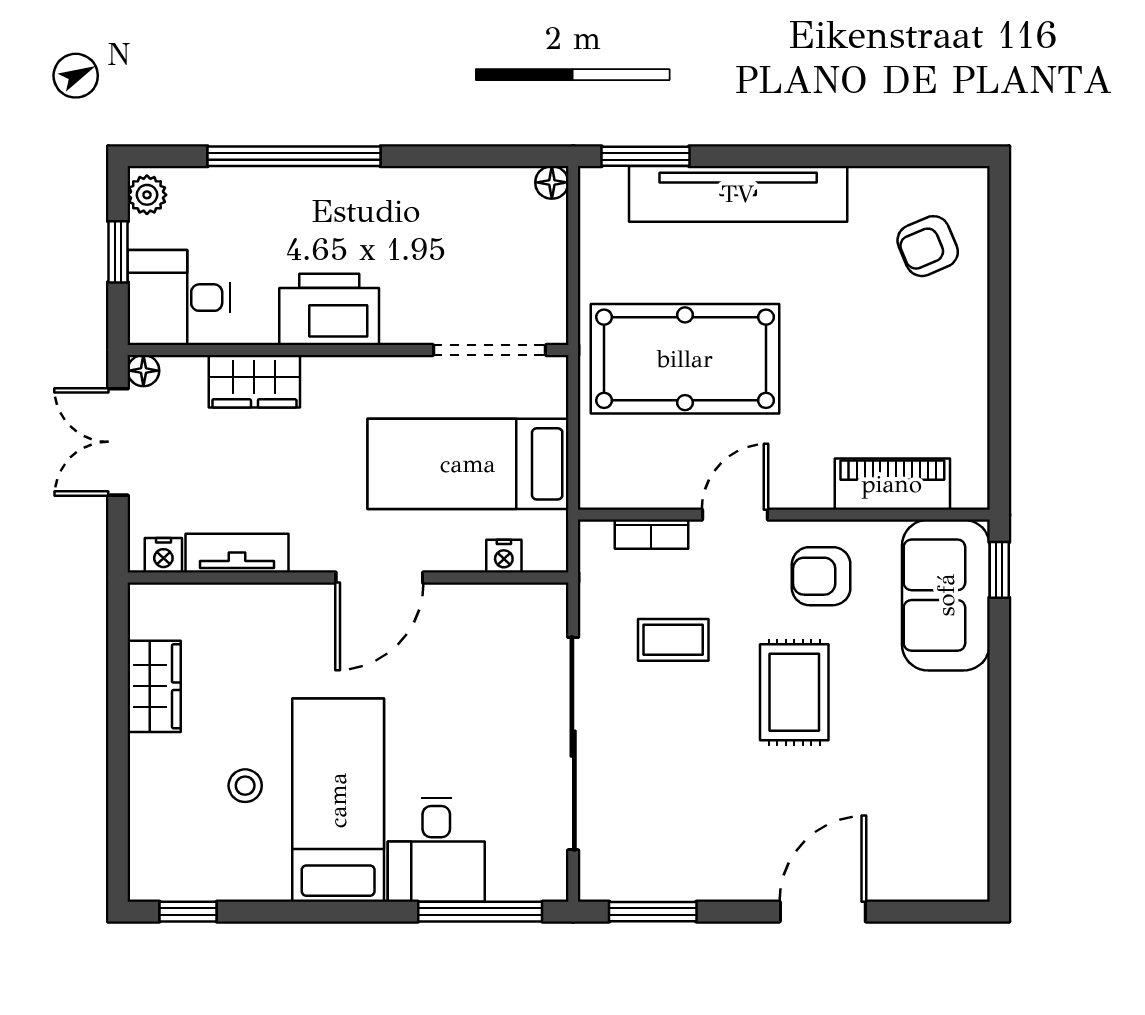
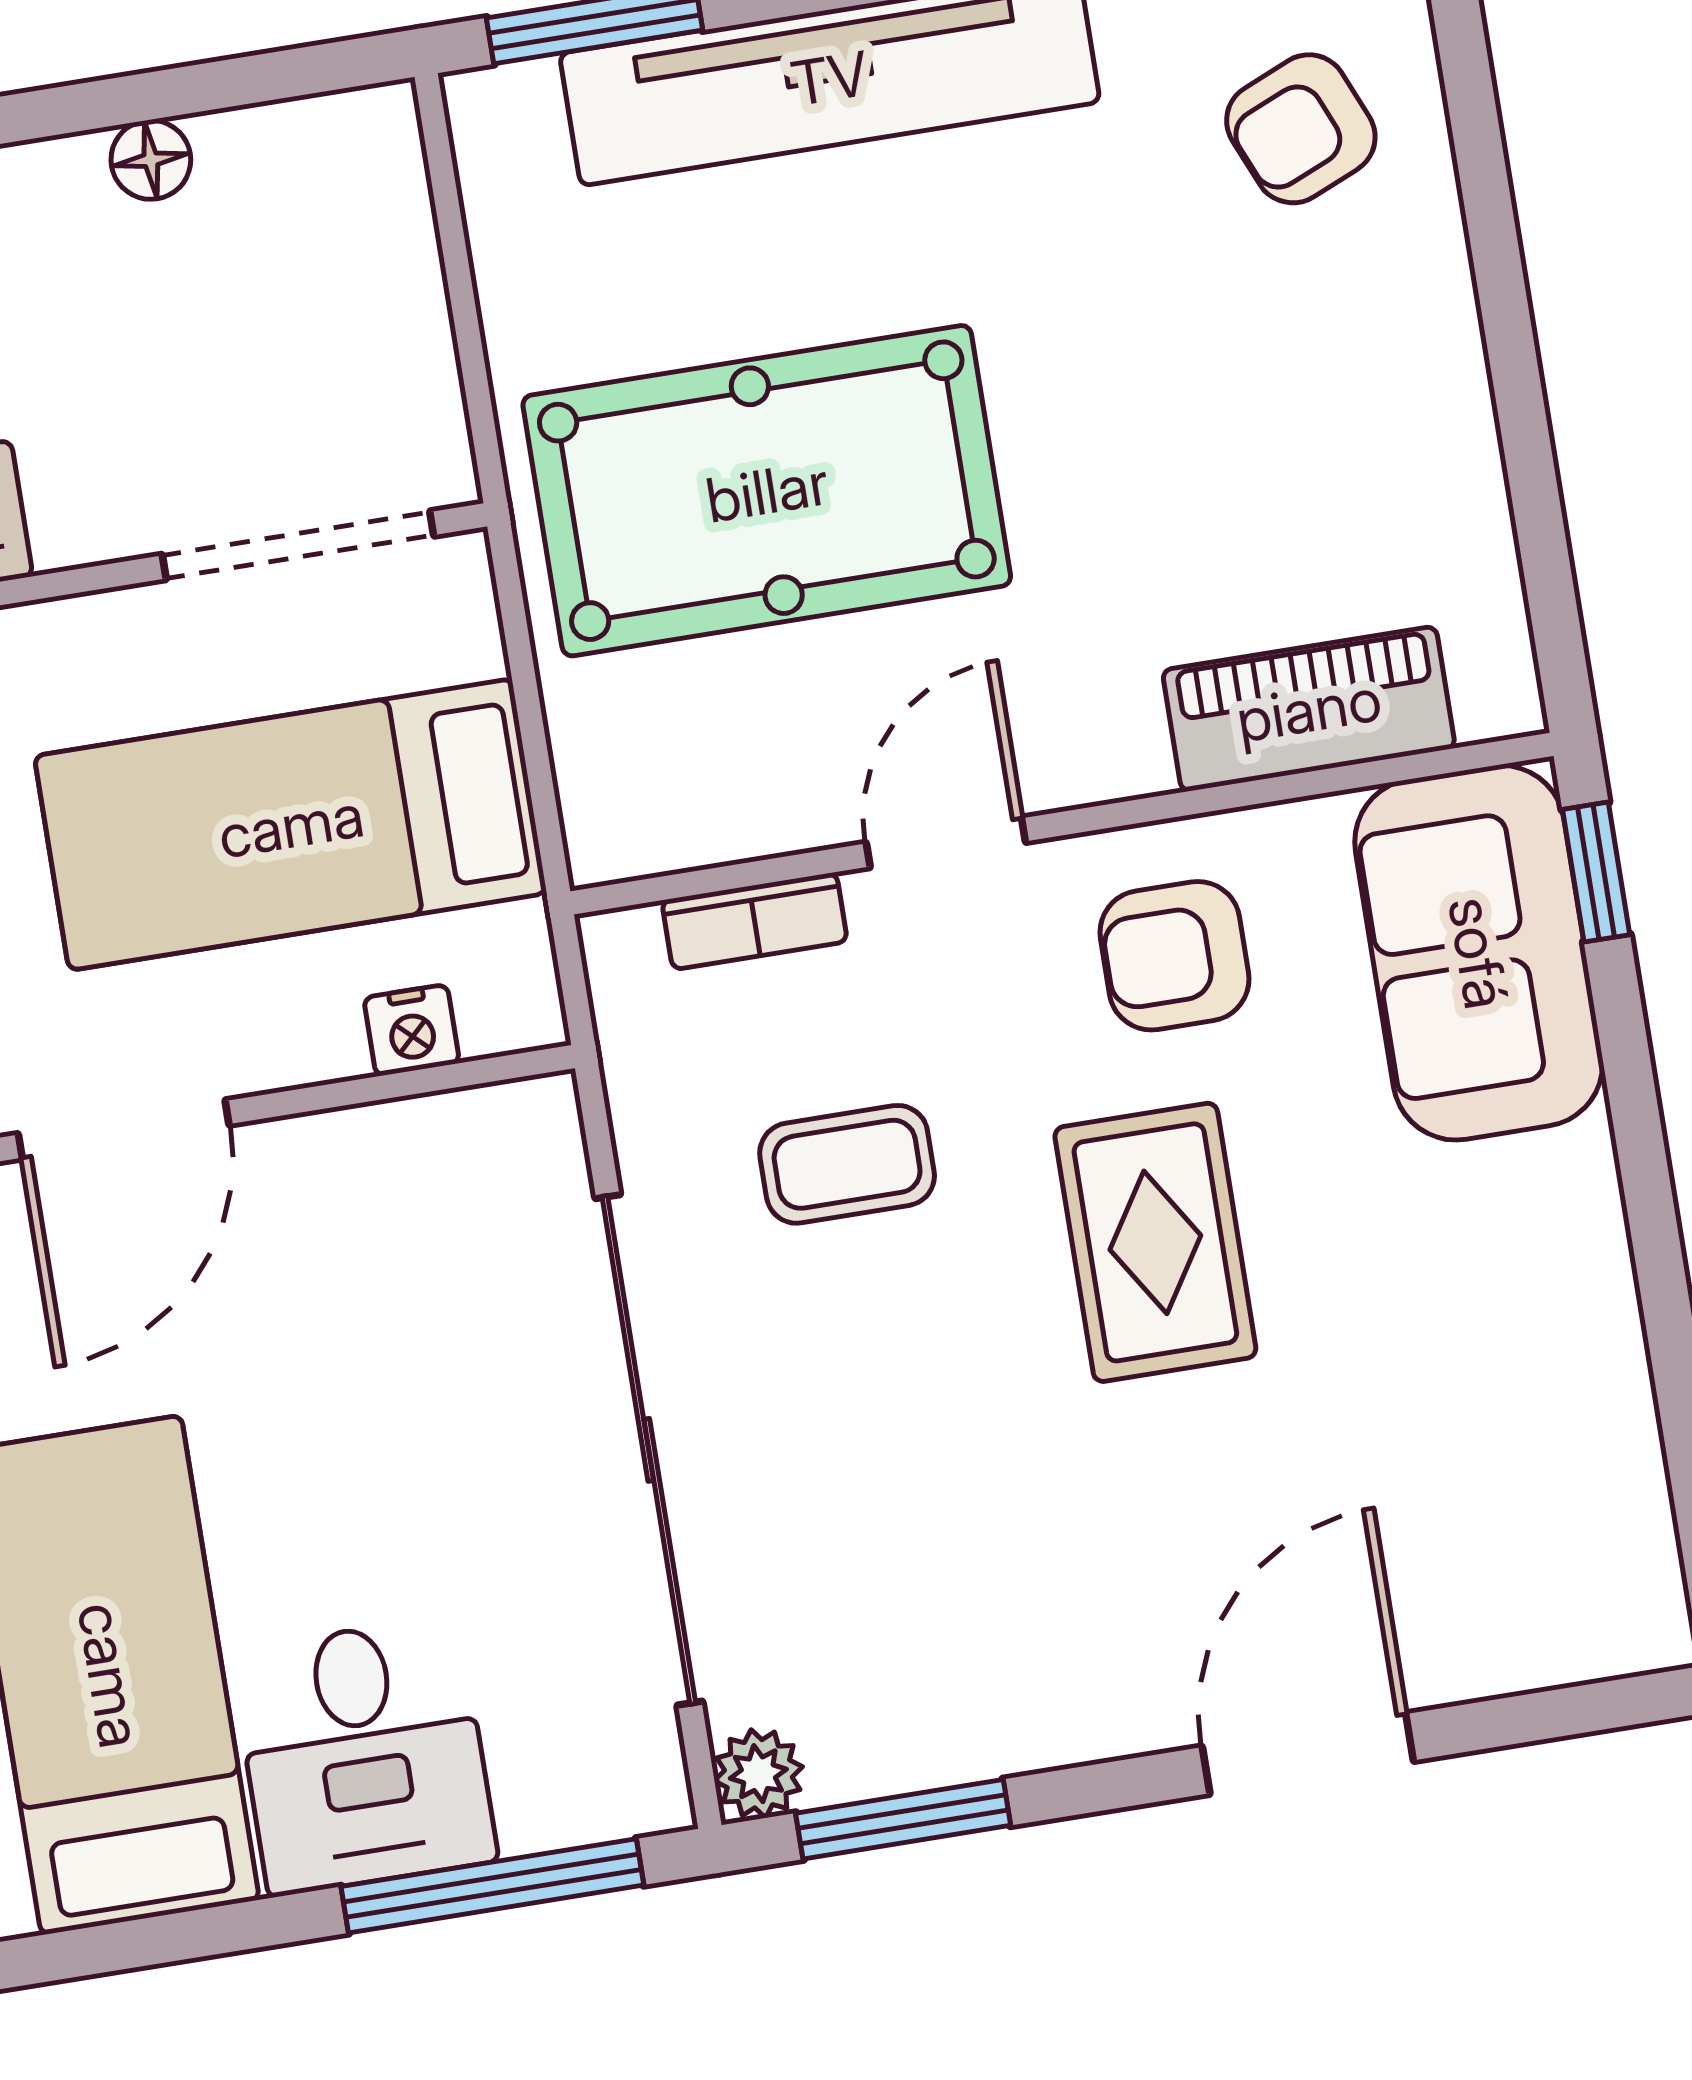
floor lamp: (552, 182) -> (151, 160), moved
plant: (597, 883) -> (758, 1774), added

